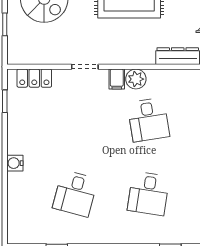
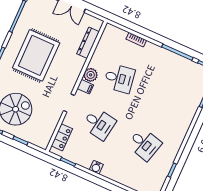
water cooler: (15, 163) -> (96, 167), moved
desk: (148, 193) -> (99, 124), moved

